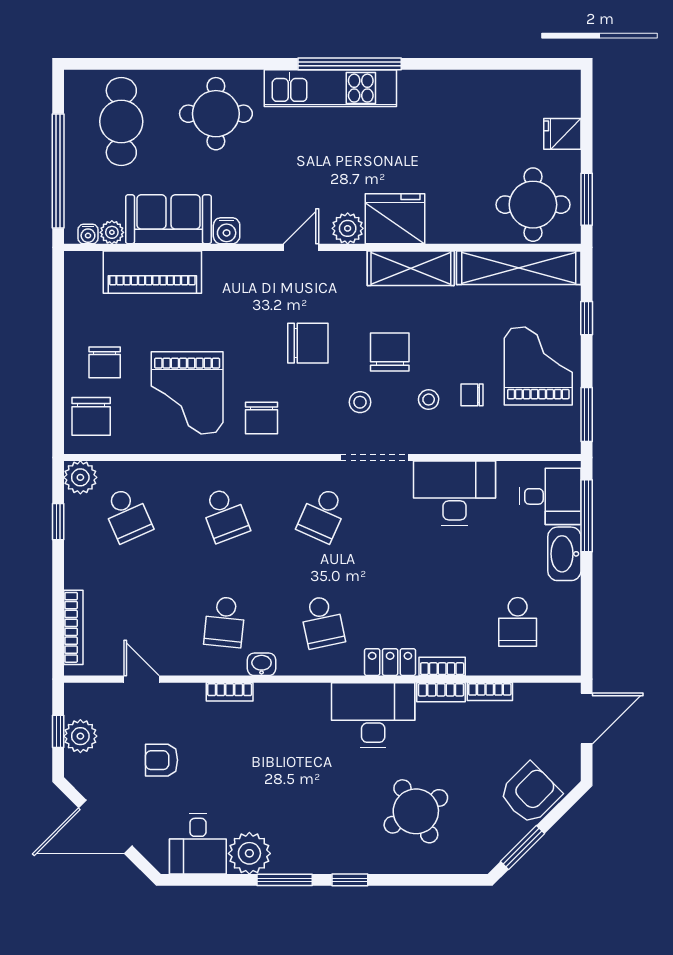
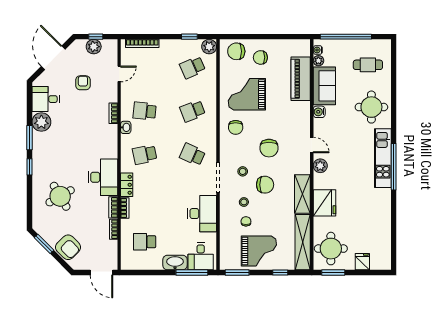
cafe table: (121, 121) -> (368, 65), width x0.73, depth x0.74
fridge: (395, 219) -> (324, 203), moved
chair: (262, 418) -> (236, 127), turned -90

